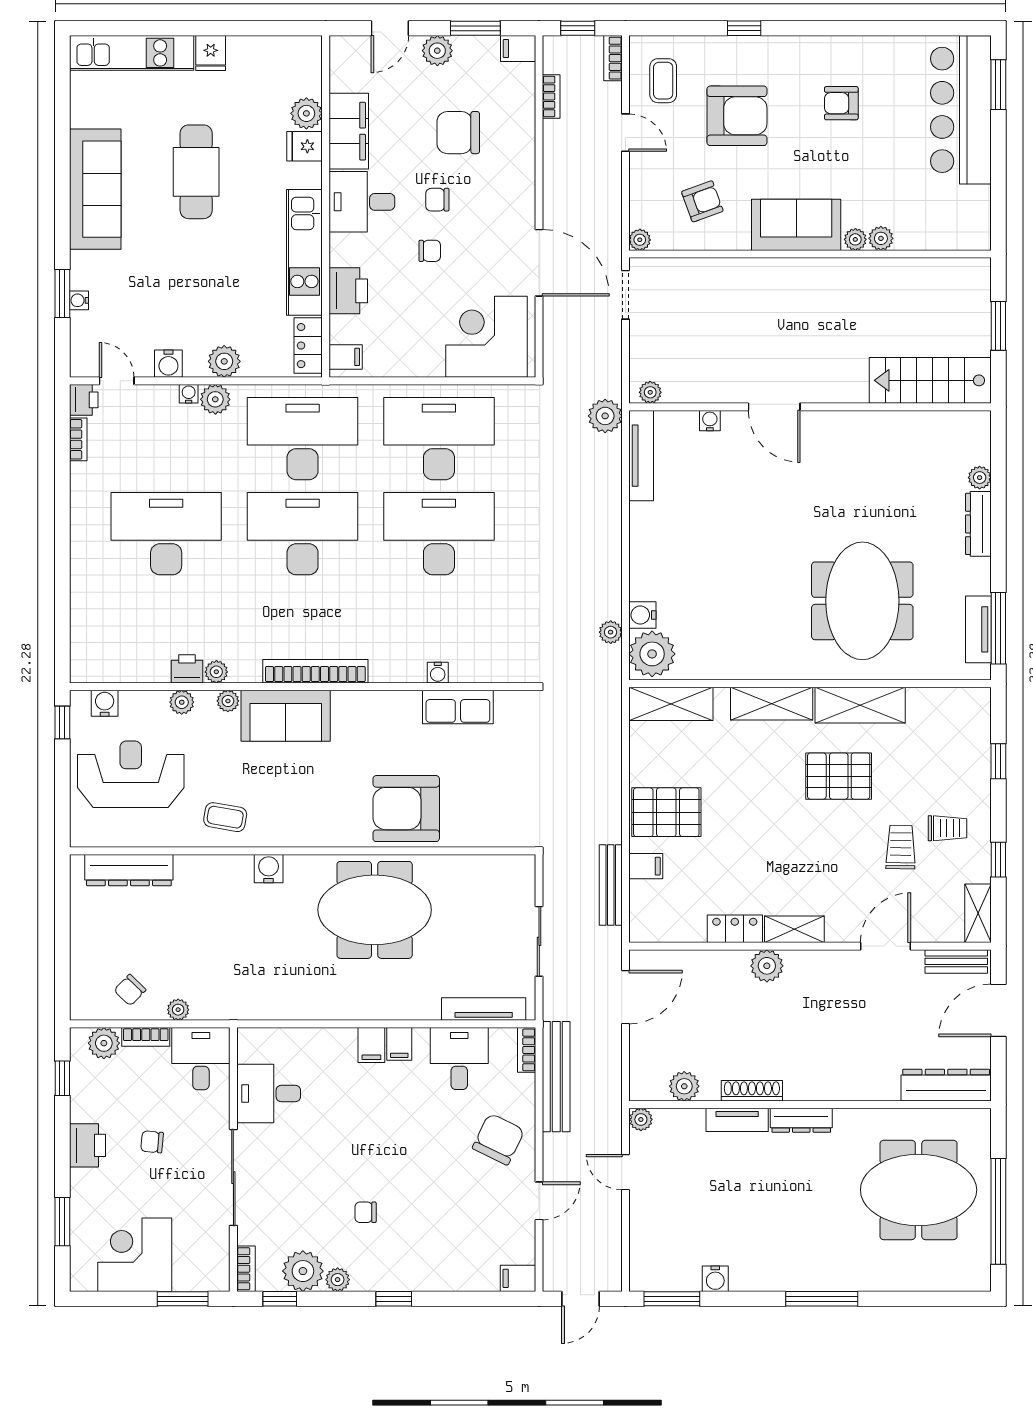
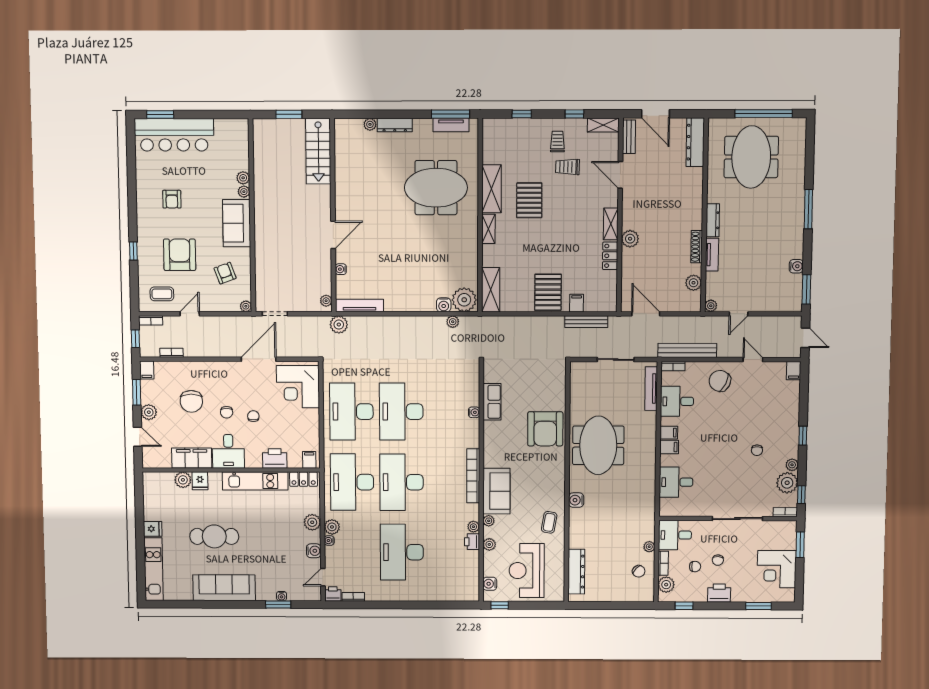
shelving: (772, 704) -> (488, 229), width x0.67, depth x0.75
desk: (269, 1093) -> (676, 482), moved, turned 90
chair: (139, 1098) -> (695, 567), added

